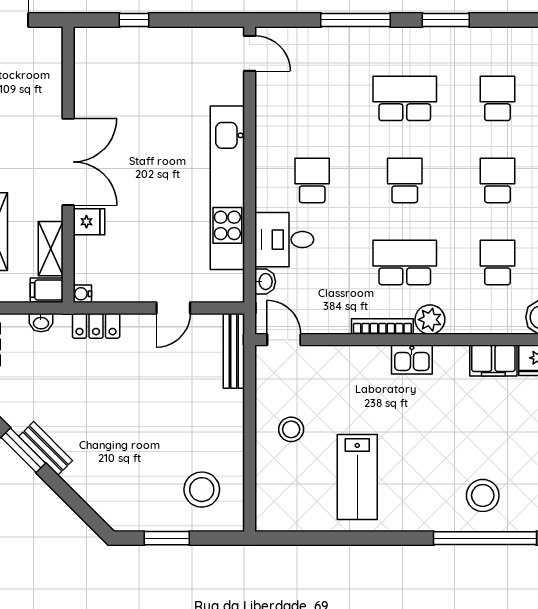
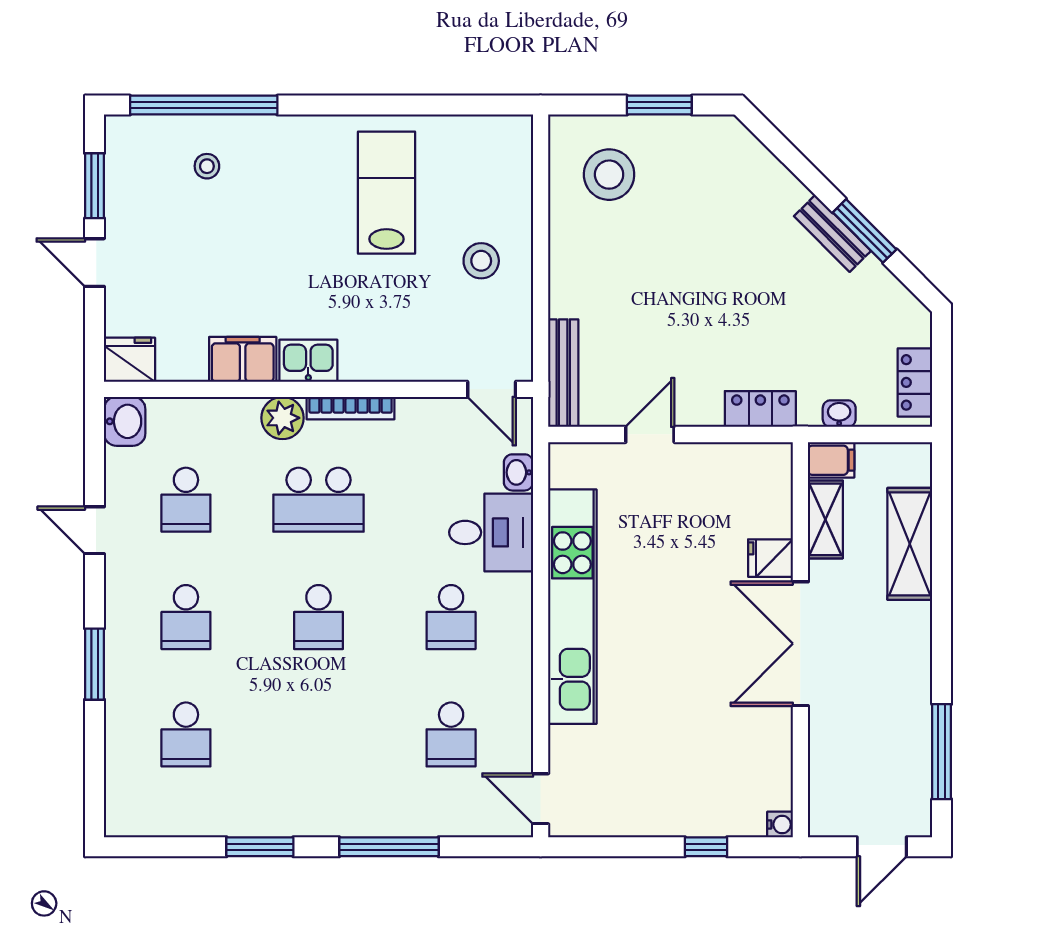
school desk: (405, 98) -> (451, 734), moved, width x0.54
water cooler: (82, 294) -> (780, 824), moved
filing cabinet: (493, 360) -> (243, 359), moved
stool: (483, 495) -> (207, 166), width x0.53, depth x0.53

